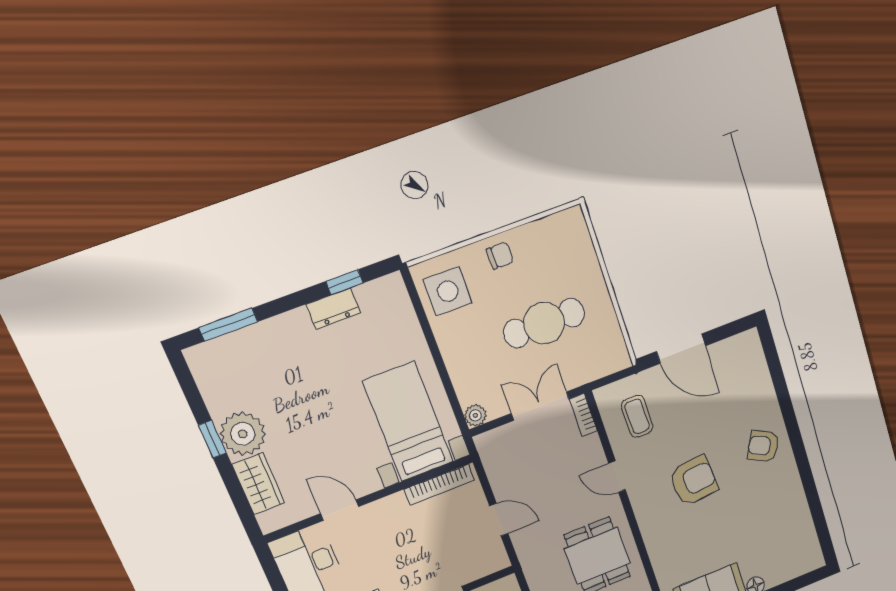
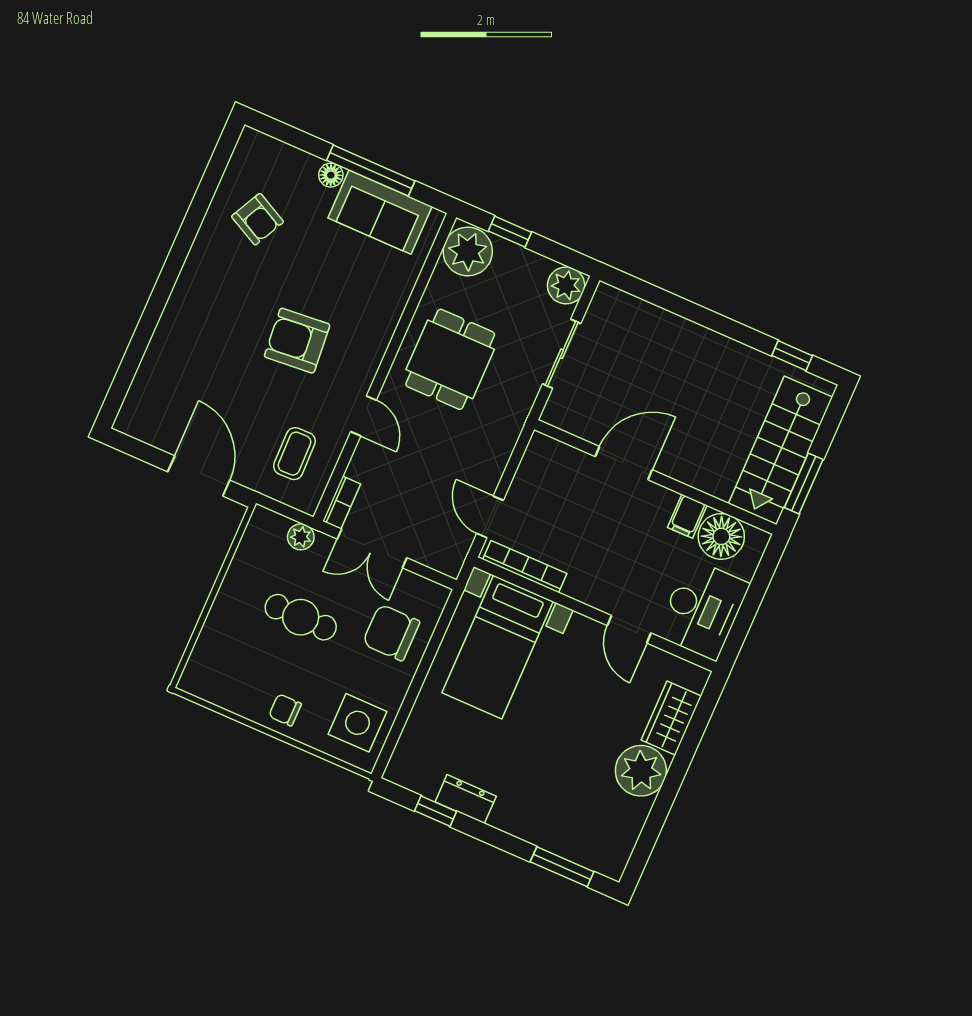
cafe table: (544, 323) -> (301, 617), width x0.73, depth x0.74
chair: (481, 367) -> (391, 633), added
plant: (475, 415) -> (301, 537), moved
window: (212, 439) -> (669, 790), removed
armchair: (763, 446) -> (258, 219), moved
door: (499, 520) -> (490, 517), moved

